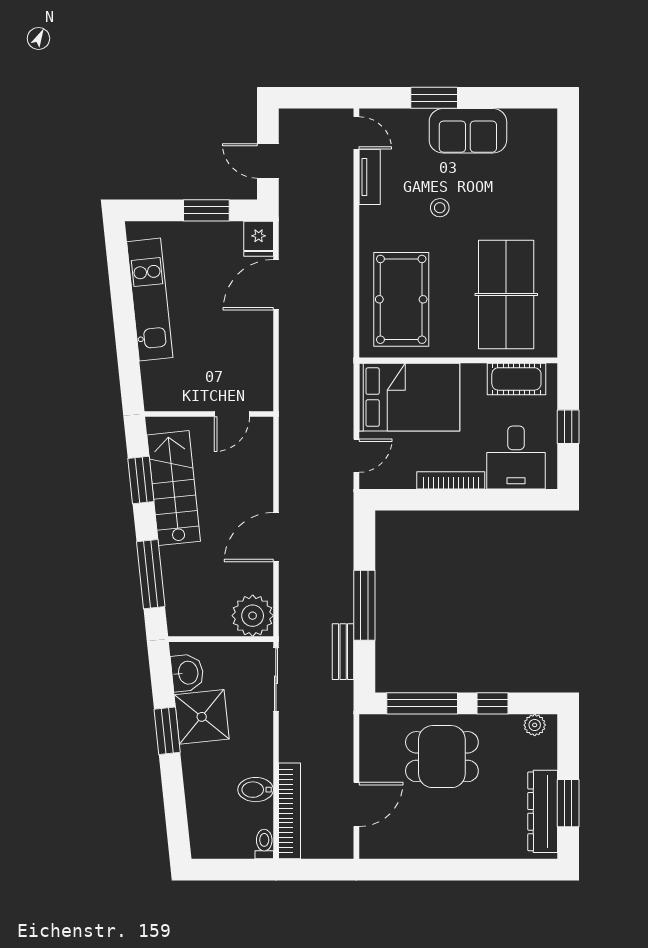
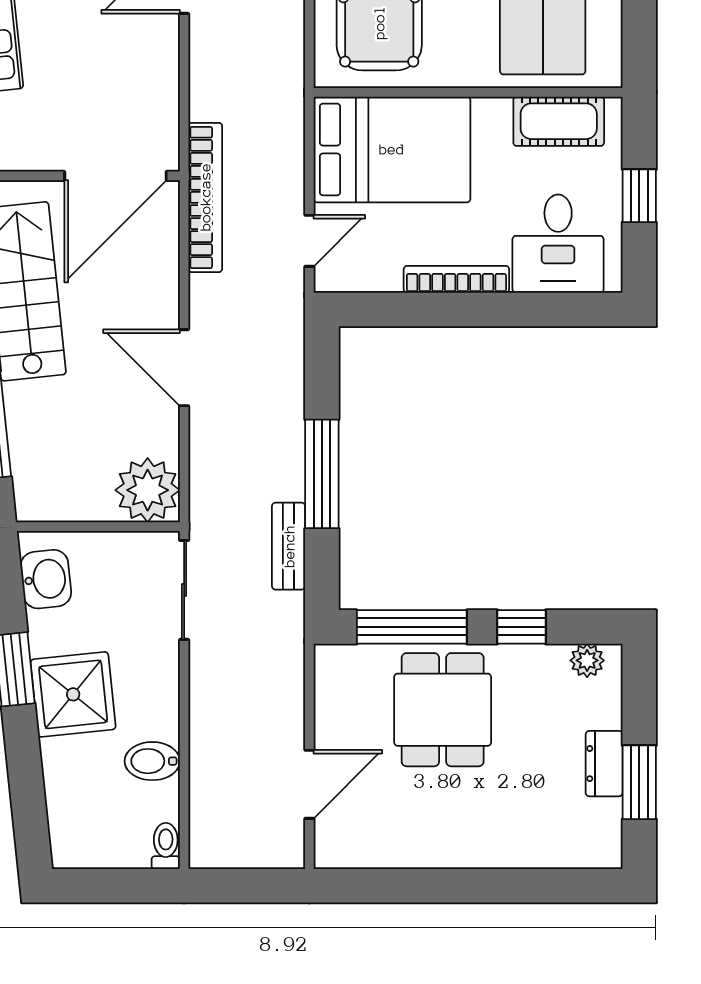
door: (232, 414) -> (115, 176), width x1.87
door: (276, 537) -> (184, 368), hinge flipped
shower: (202, 717) -> (73, 694), moved
dining table: (442, 757) -> (443, 710), turned 90
bookcase: (290, 811) -> (205, 197), moved
dresser: (543, 811) -> (604, 764), width x0.51, depth x0.80

